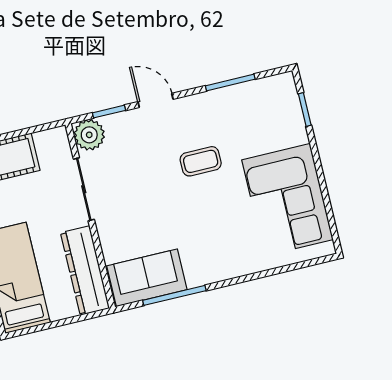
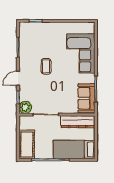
corner sofa: (287, 200) -> (81, 53), moved, turned 90

